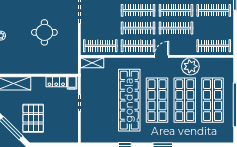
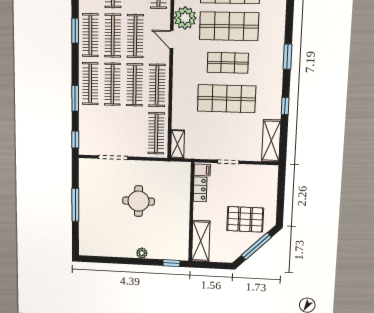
door: (162, 56) -> (172, 40), moved
shop shelf: (129, 100) -> (227, 99), width x0.71
shop shelf: (157, 100) -> (228, 63), width x0.70, depth x0.74
shelving: (97, 136) -> (271, 141), added

